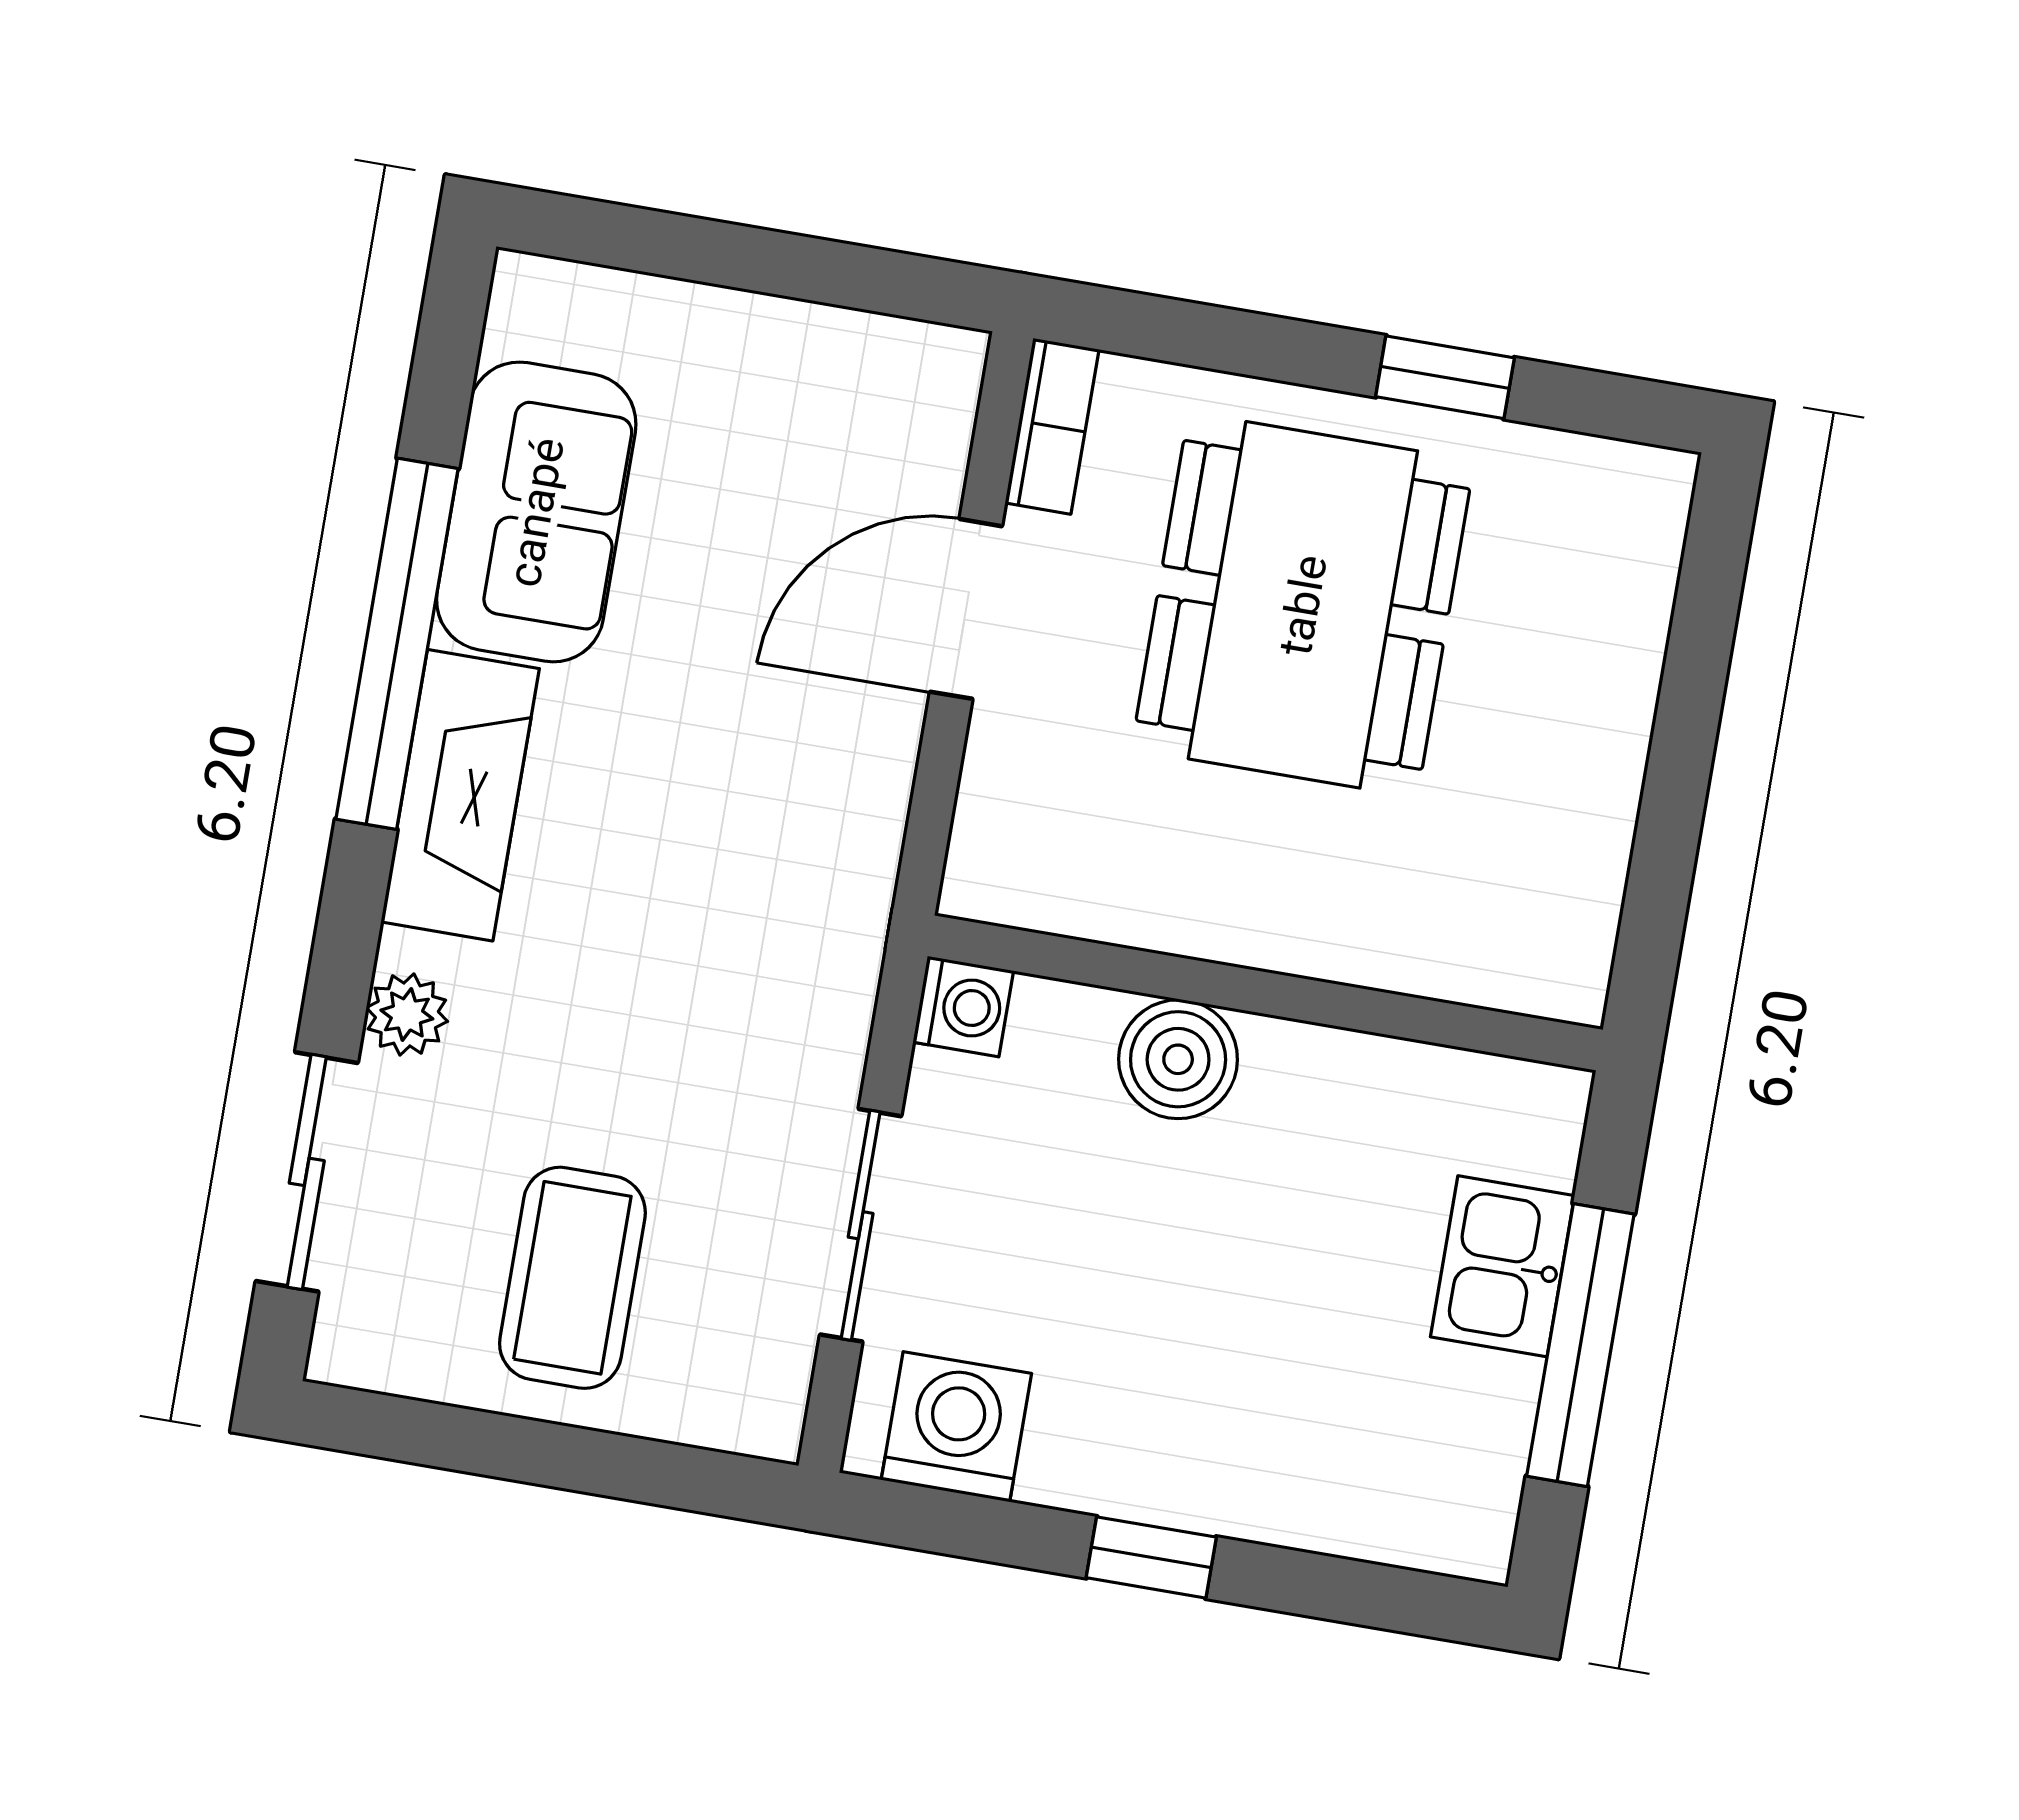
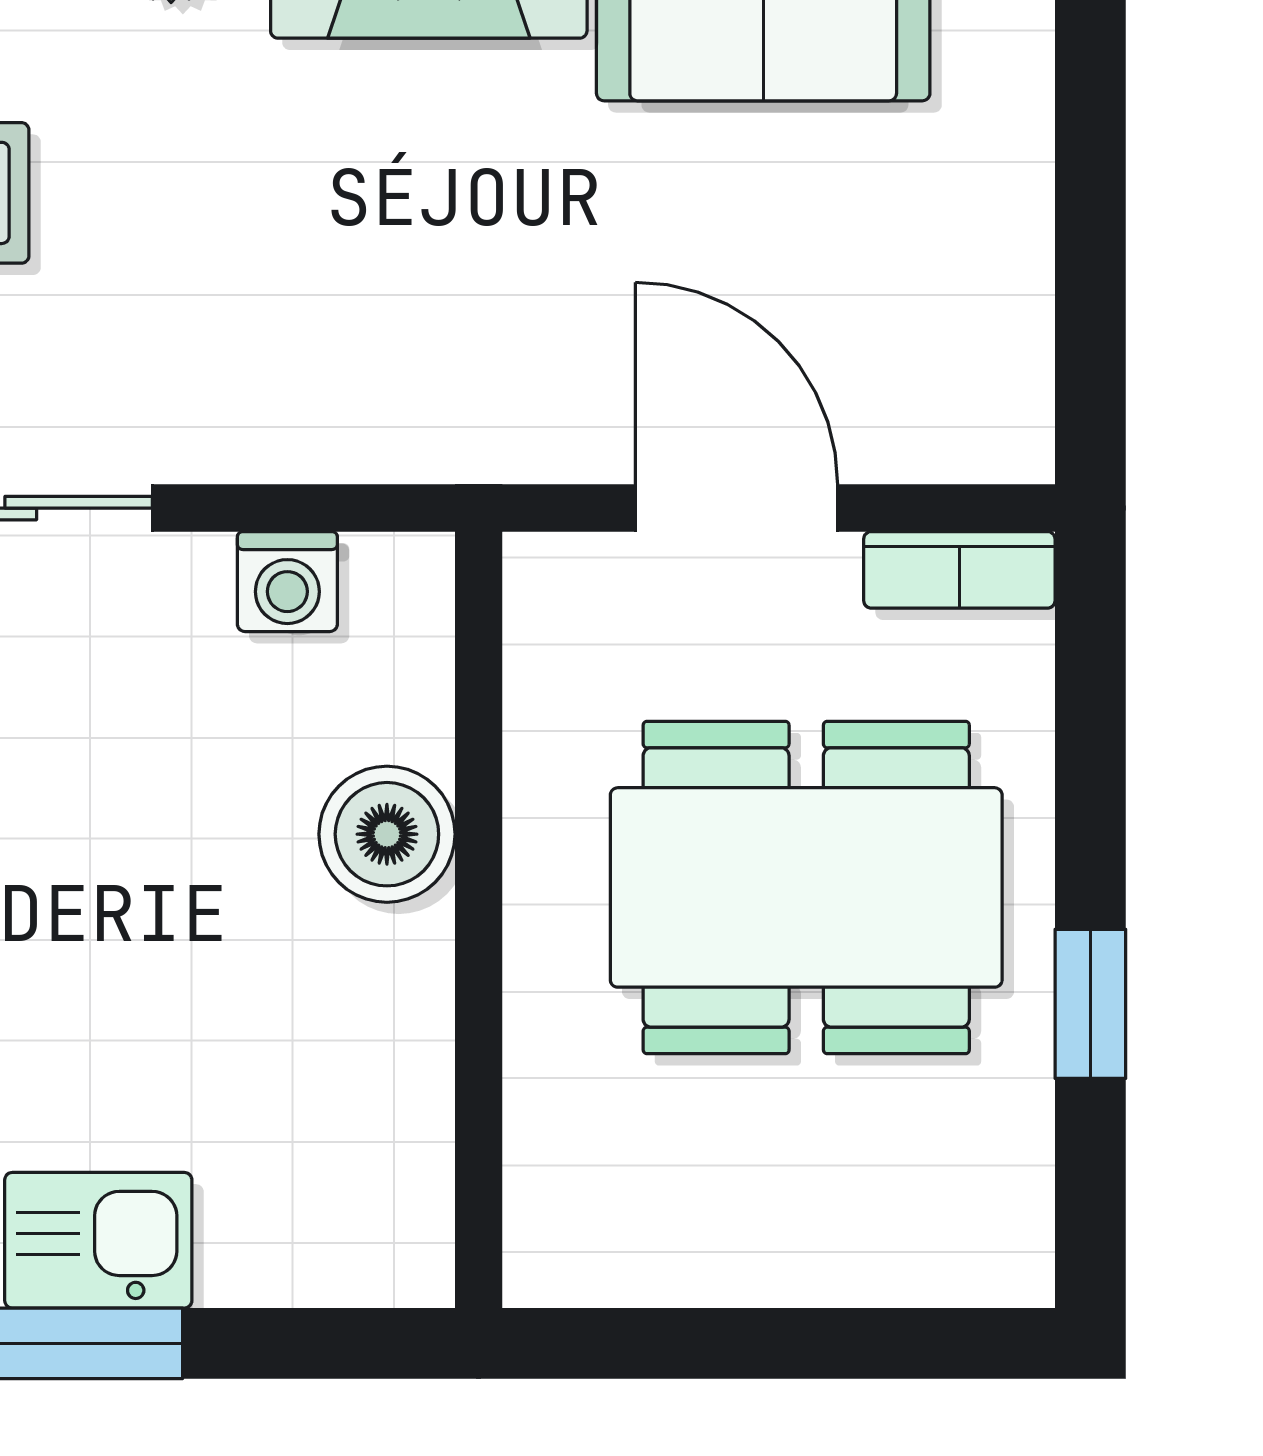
wall: (1265, 993) -> (479, 920), moved
boiler: (1178, 1059) -> (387, 834), moved

